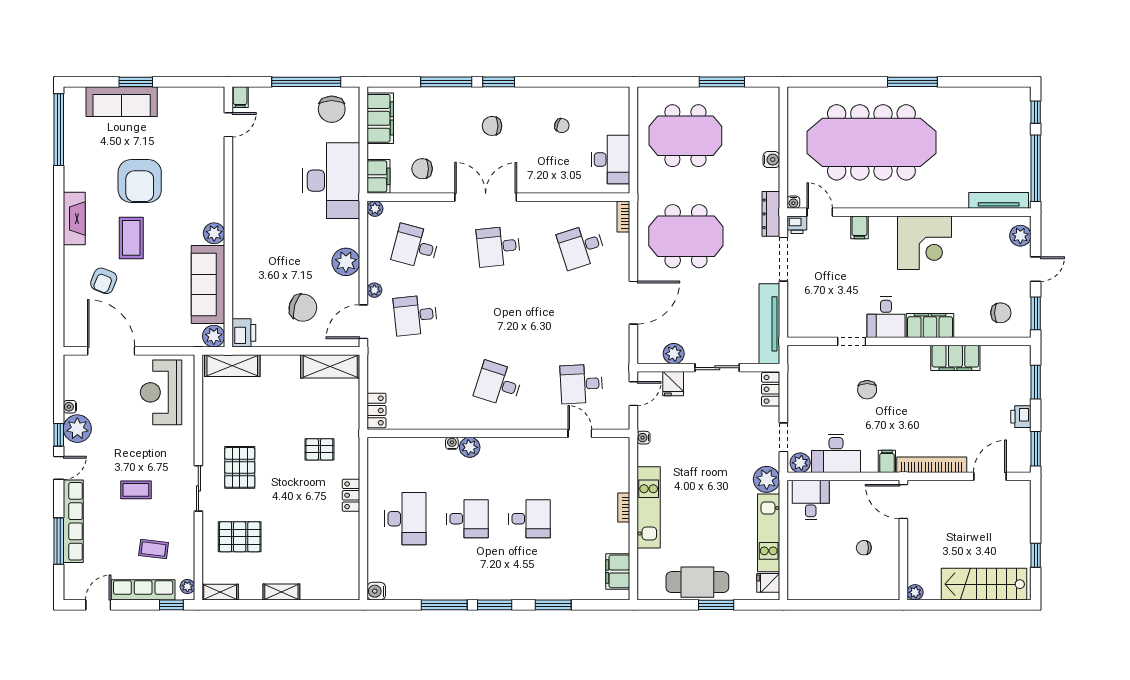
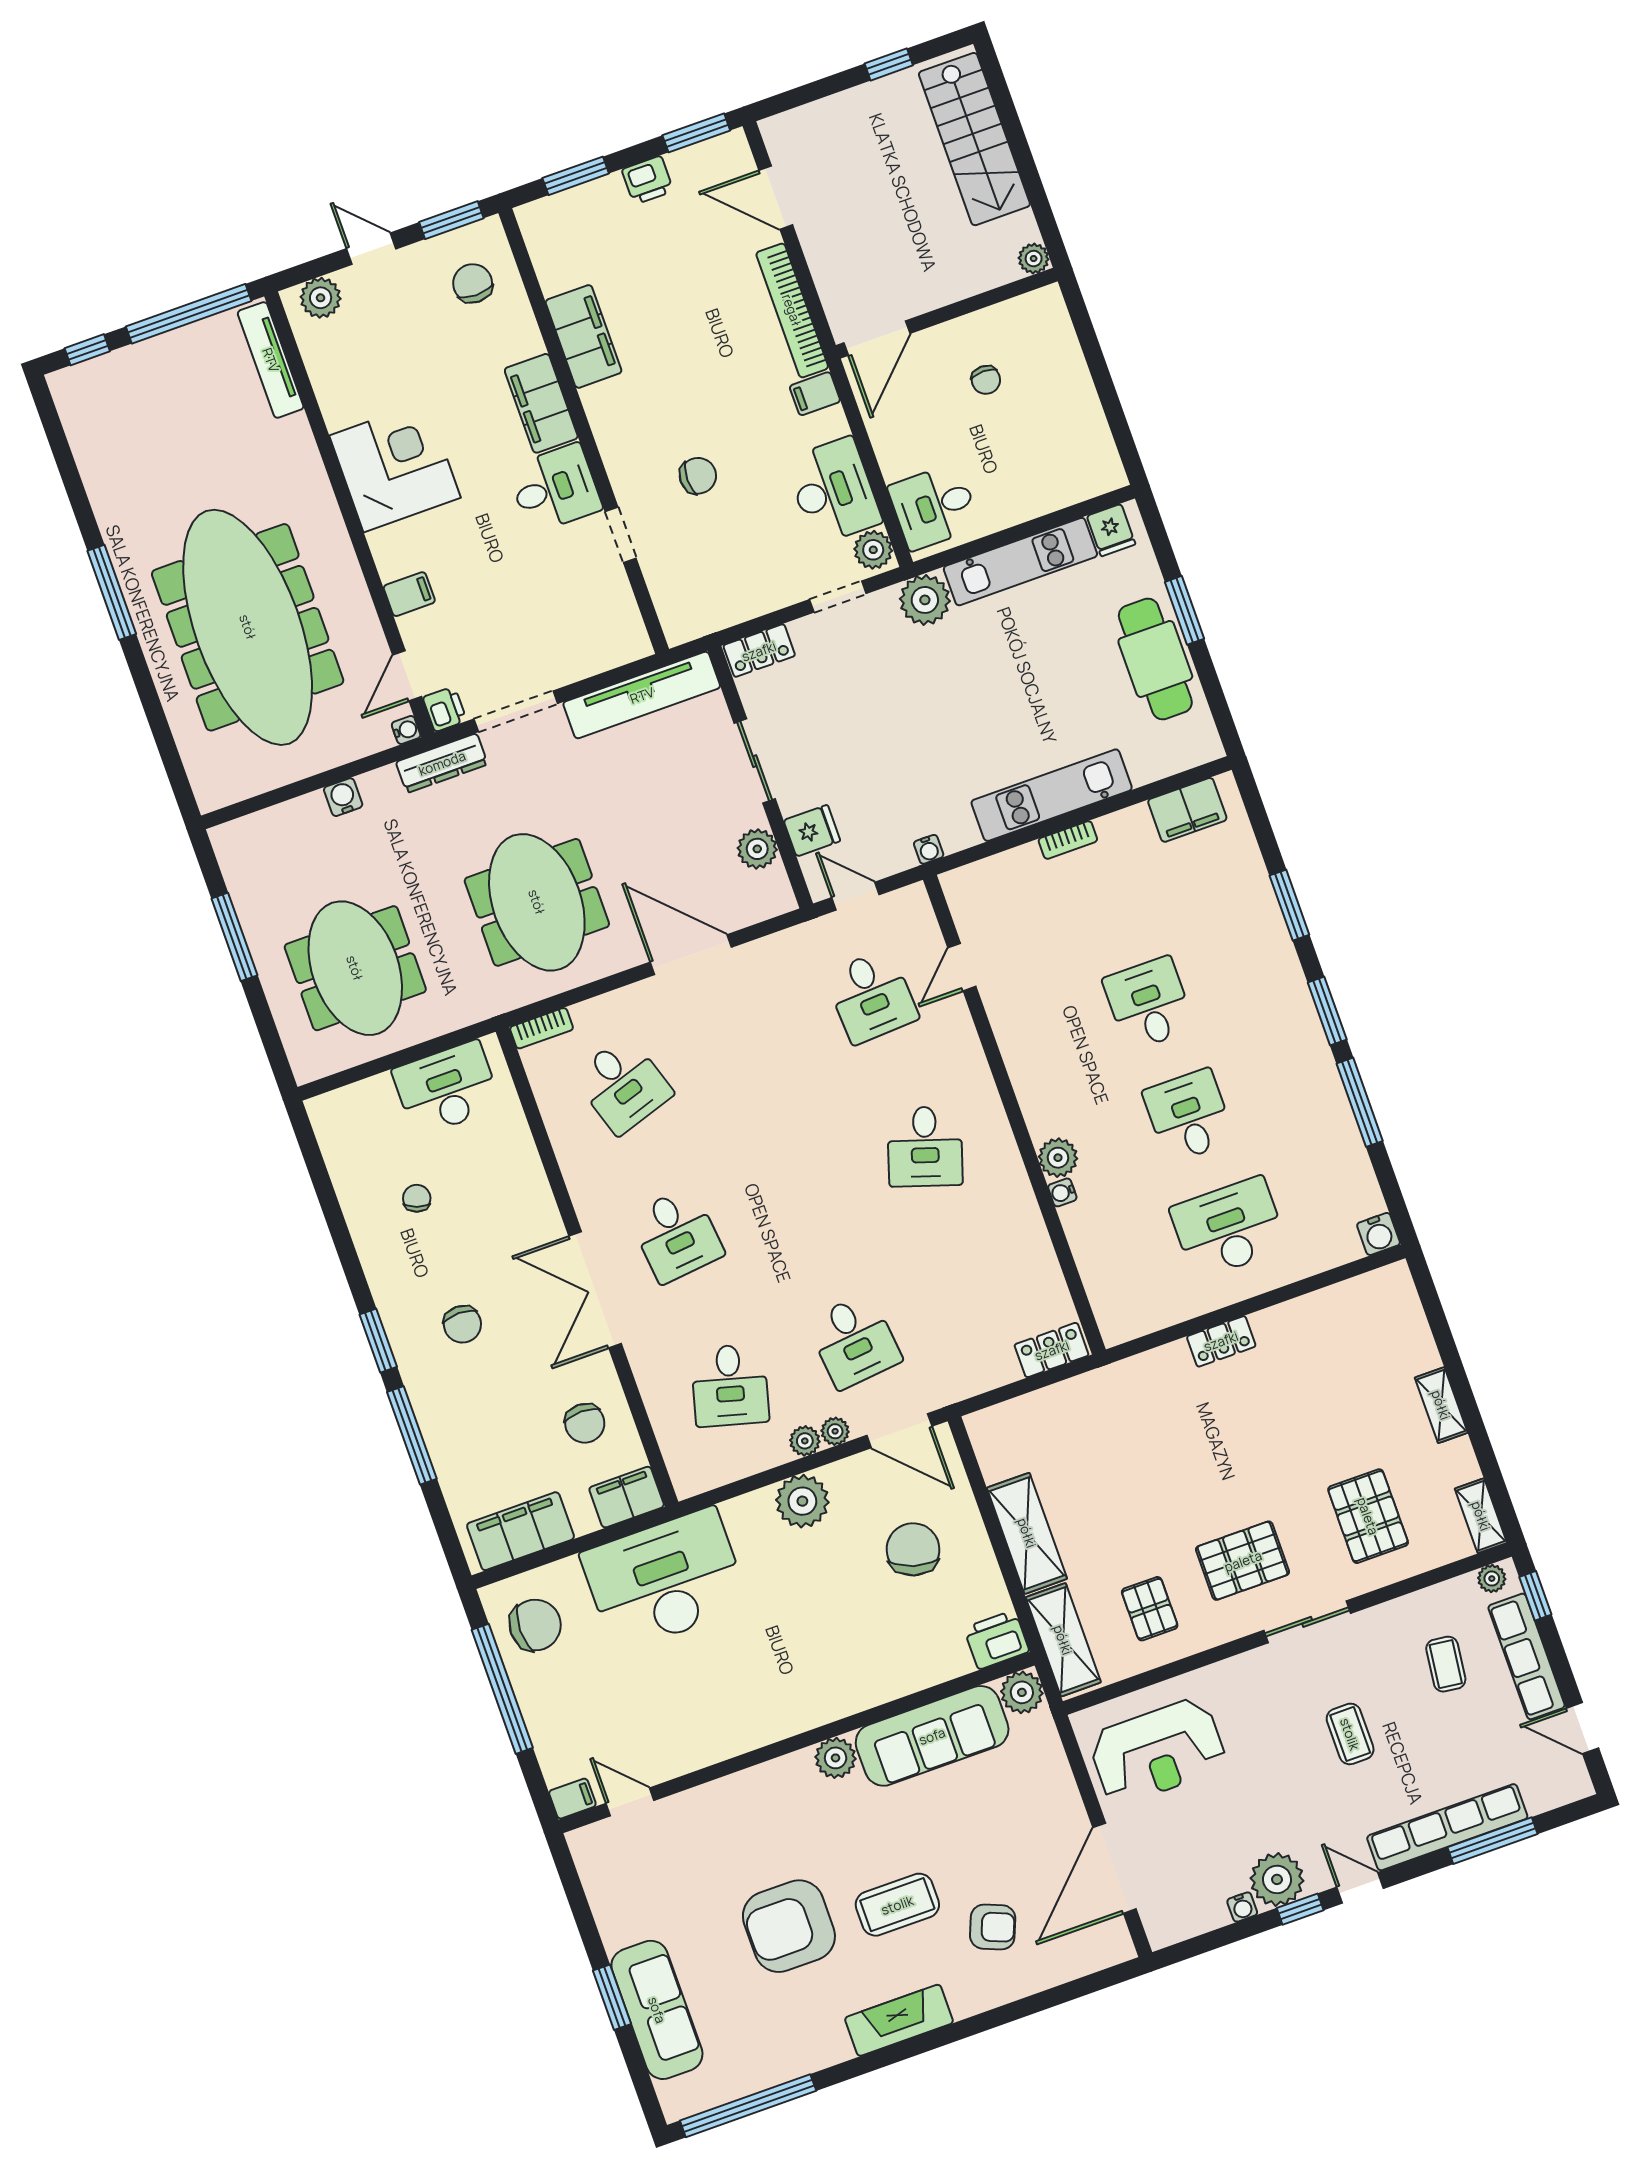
armchair: (140, 181) -> (789, 1926), turned 180
plant: (375, 209) -> (805, 1441), moved
shelving: (330, 366) -> (1027, 1533), moved
pallet: (319, 449) -> (1150, 1609), moved

